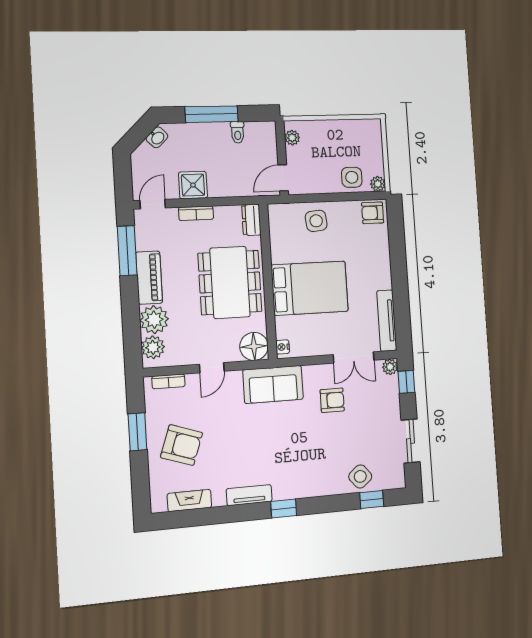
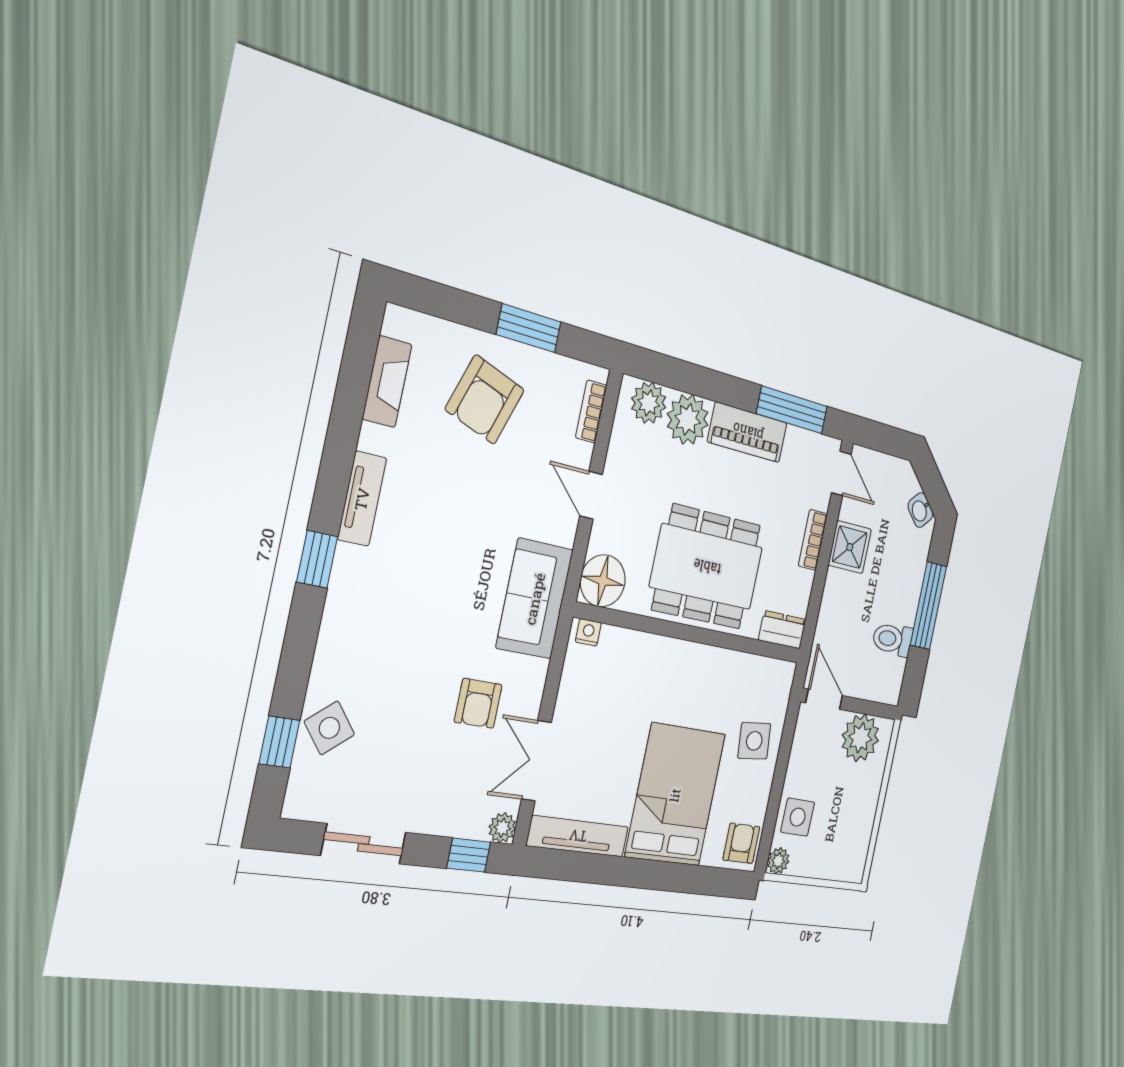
toilet: (238, 132) -> (893, 639), width x1.37, depth x1.39
plant: (292, 138) -> (860, 738), width x1.87, depth x1.87
bed: (310, 288) -> (675, 795), moved, turned 180

